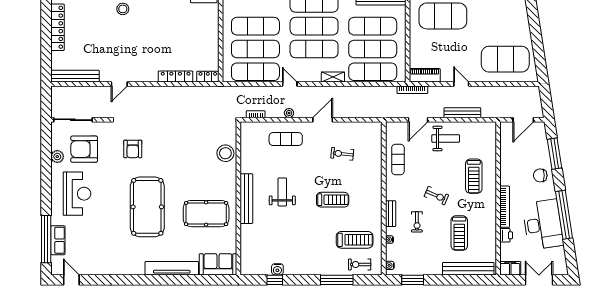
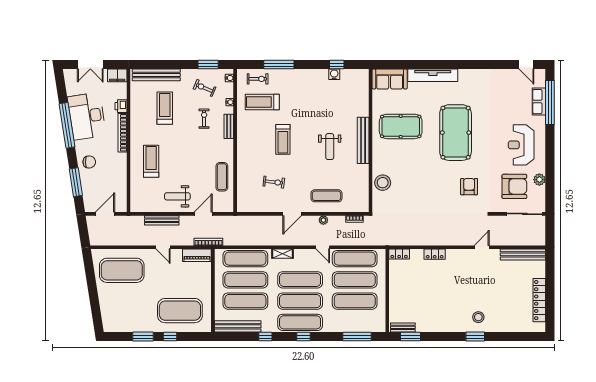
locker: (176, 77) -> (435, 254), width x0.66
exercise bike: (436, 196) -> (205, 88), moved
treadmill: (333, 200) -> (283, 139), turned -90

